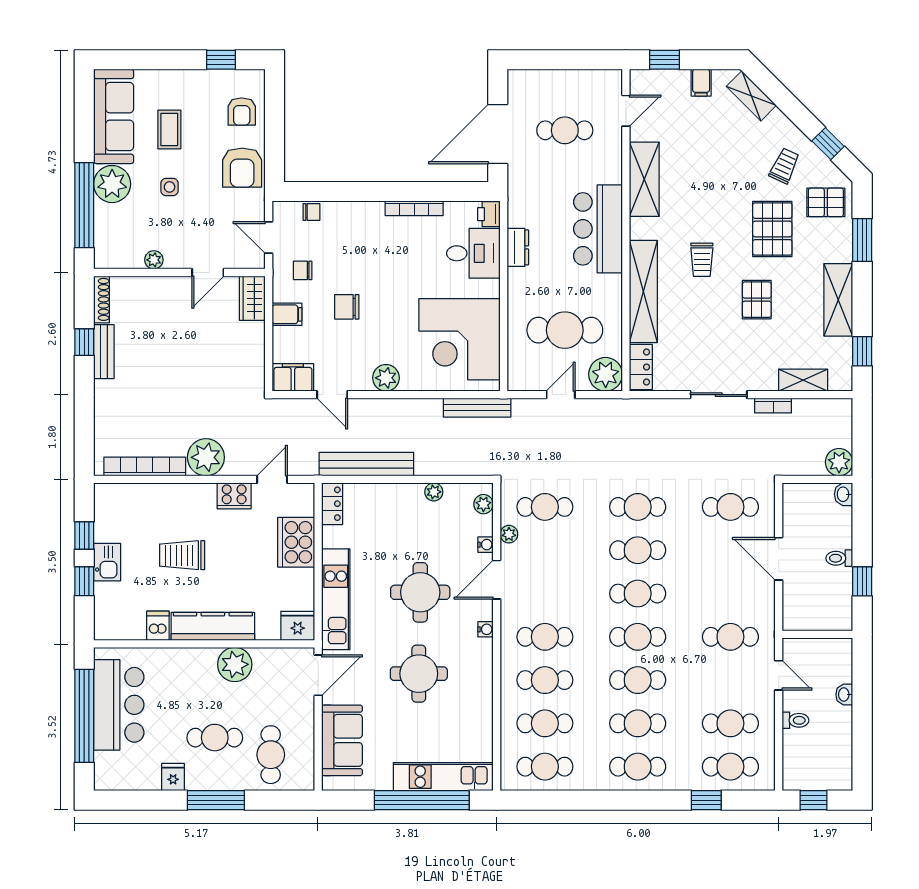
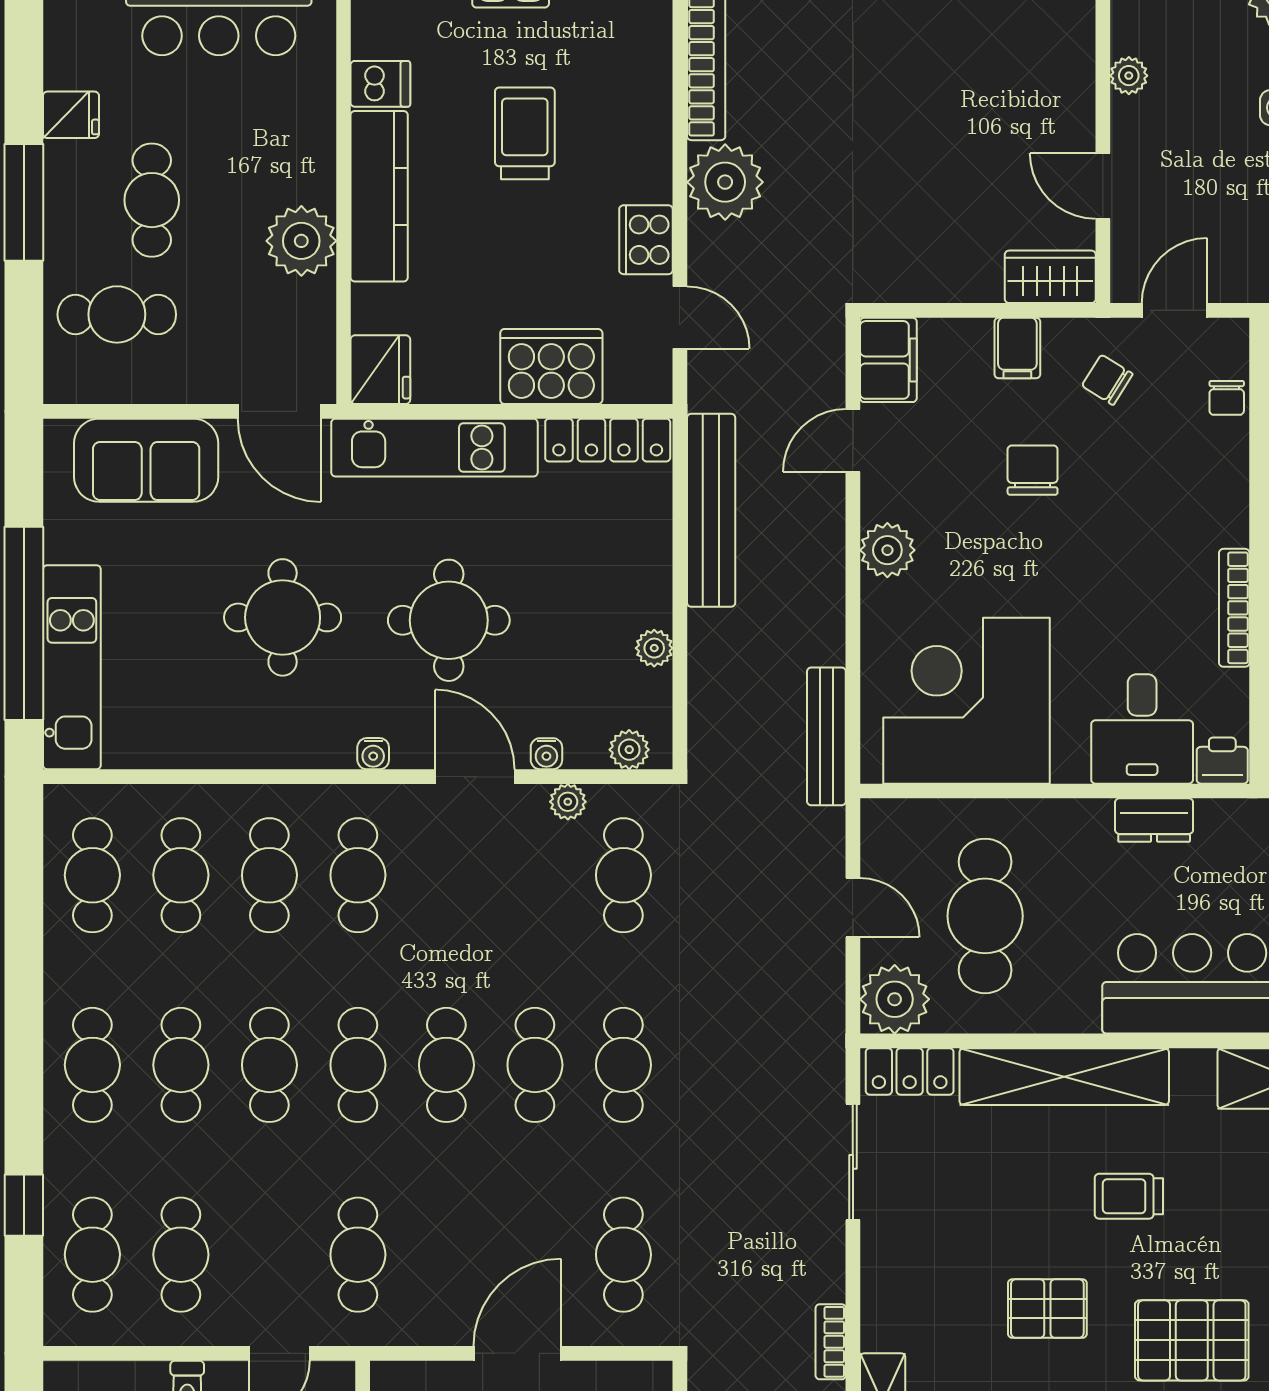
chair: (303, 270) -> (1107, 380), turned -58
sliding door: (719, 395) -> (853, 1162), moved
locker: (332, 504) -> (608, 440), width x1.53

